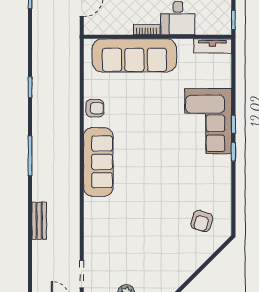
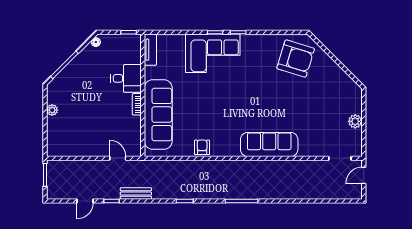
sofa: (98, 162) -> (269, 144), moved
bench: (39, 221) -> (136, 194), moved
armchair: (202, 221) -> (296, 59), width x1.88, depth x1.88

